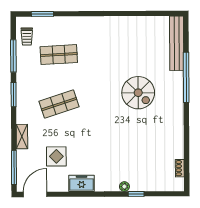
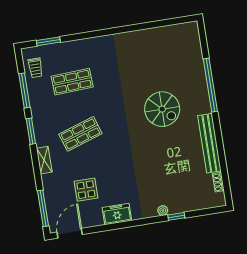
bench: (177, 43) -> (209, 143), moved
shelving: (22, 137) -> (44, 160), moved

